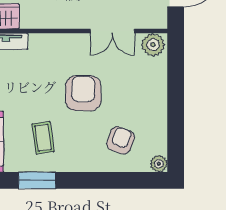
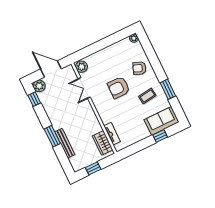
double door: (112, 31) -> (84, 88), swing flipped
armchair: (121, 140) -> (139, 68), moved

